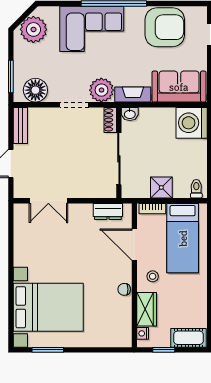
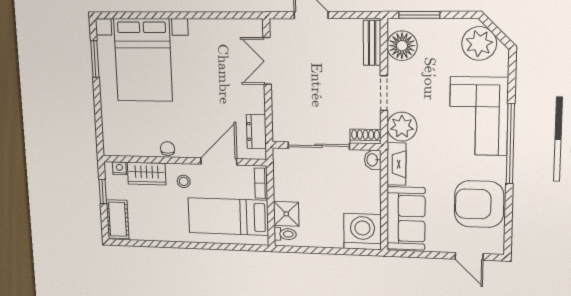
armchair: (165, 27) -> (479, 204), turned 90
bench: (20, 125) -> (372, 43), moved, turned 90
shower: (161, 187) -> (286, 214), moved

